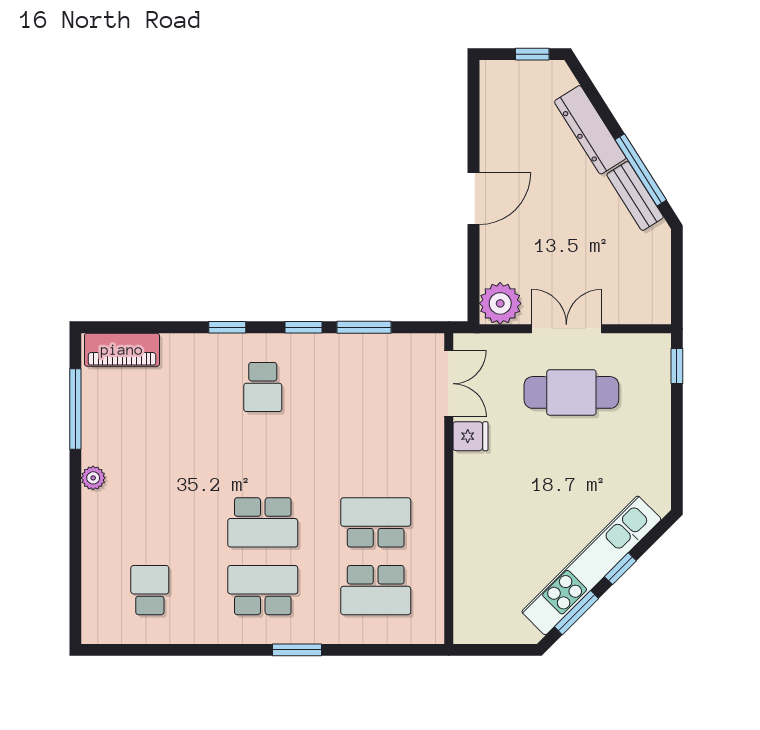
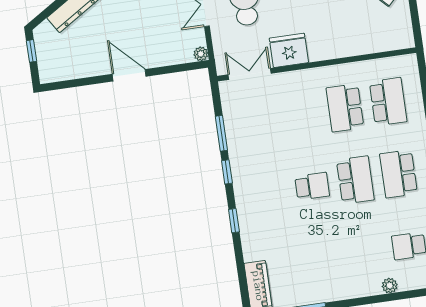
plant: (500, 303) -> (201, 54), width x0.53, depth x0.53
school desk: (263, 387) -> (312, 186), moved
fridge: (470, 436) -> (289, 50), width x1.88, depth x1.34
plant: (93, 478) -> (390, 286), moved

